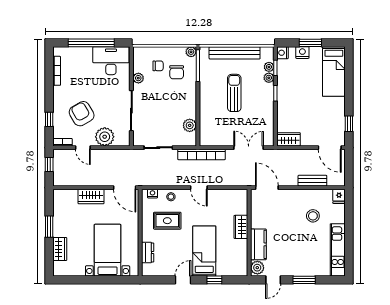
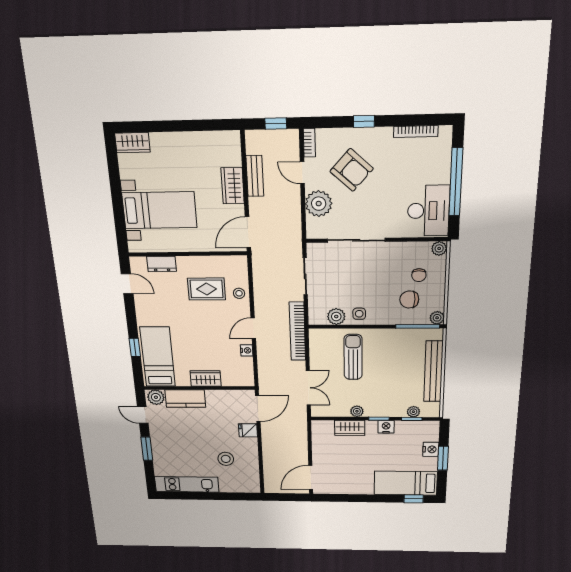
nightstand: (282, 53) -> (386, 427), moved
plant: (138, 78) -> (439, 248), moved
plant: (269, 78) -> (357, 411), moved
sun lounger: (234, 93) -> (353, 357), moved, turned -90
side table: (188, 108) -> (359, 314), added
armchair: (82, 114) -> (352, 170), turned 72
window: (49, 119) -> (364, 121), moved
window: (349, 124) -> (414, 499), moved
wardrobe: (288, 139) -> (350, 428), moved, turned 90
door: (83, 148) -> (302, 173), hinge flipped
bench: (312, 181) -> (255, 176), moved
nightstand: (152, 194) -> (247, 350), moved
fridge: (339, 196) -> (248, 430), moved
rug: (167, 221) -> (207, 289), turned 90
window: (49, 227) -> (185, 126), removed
wardrobe: (60, 249) -> (132, 143), moved
bed: (204, 251) -> (158, 357), moved, turned -90
door: (183, 280) -> (127, 284), moved

